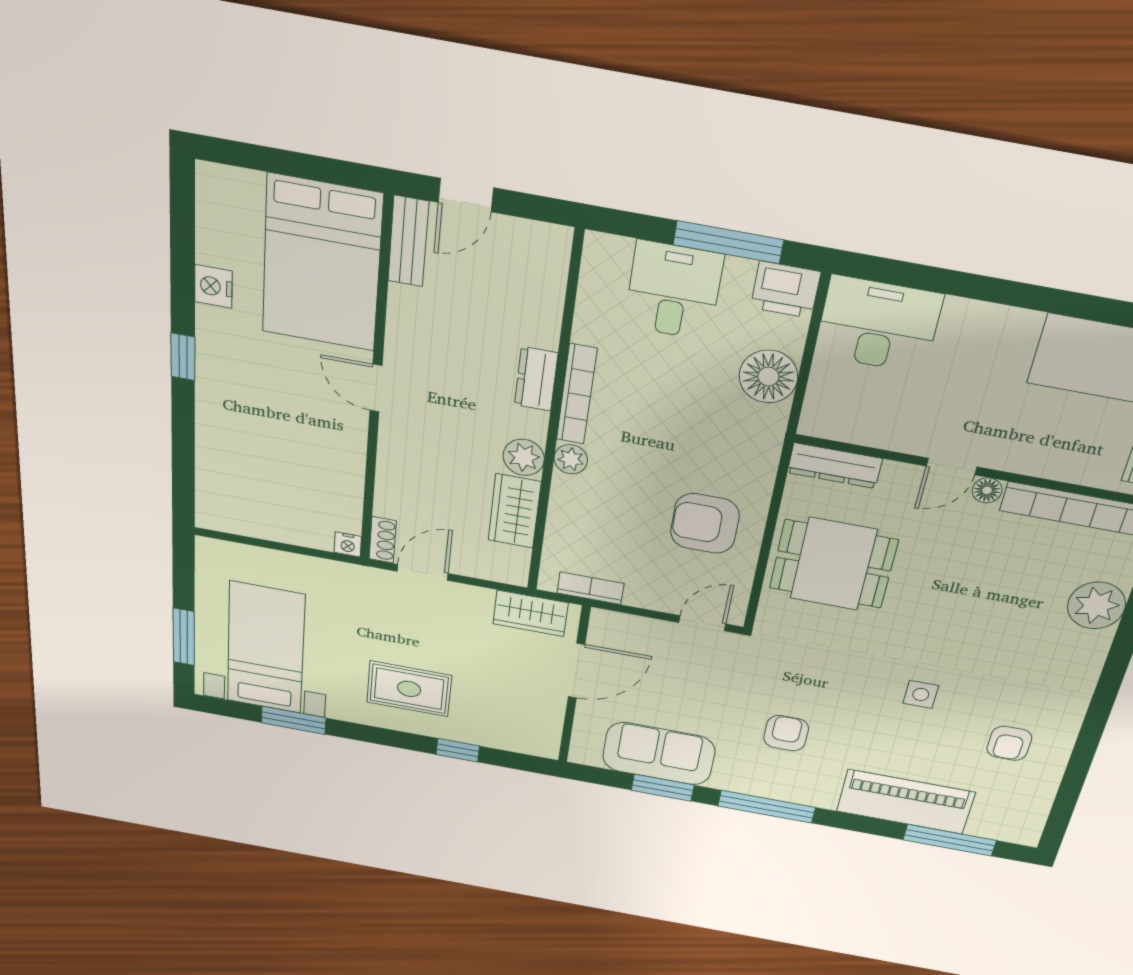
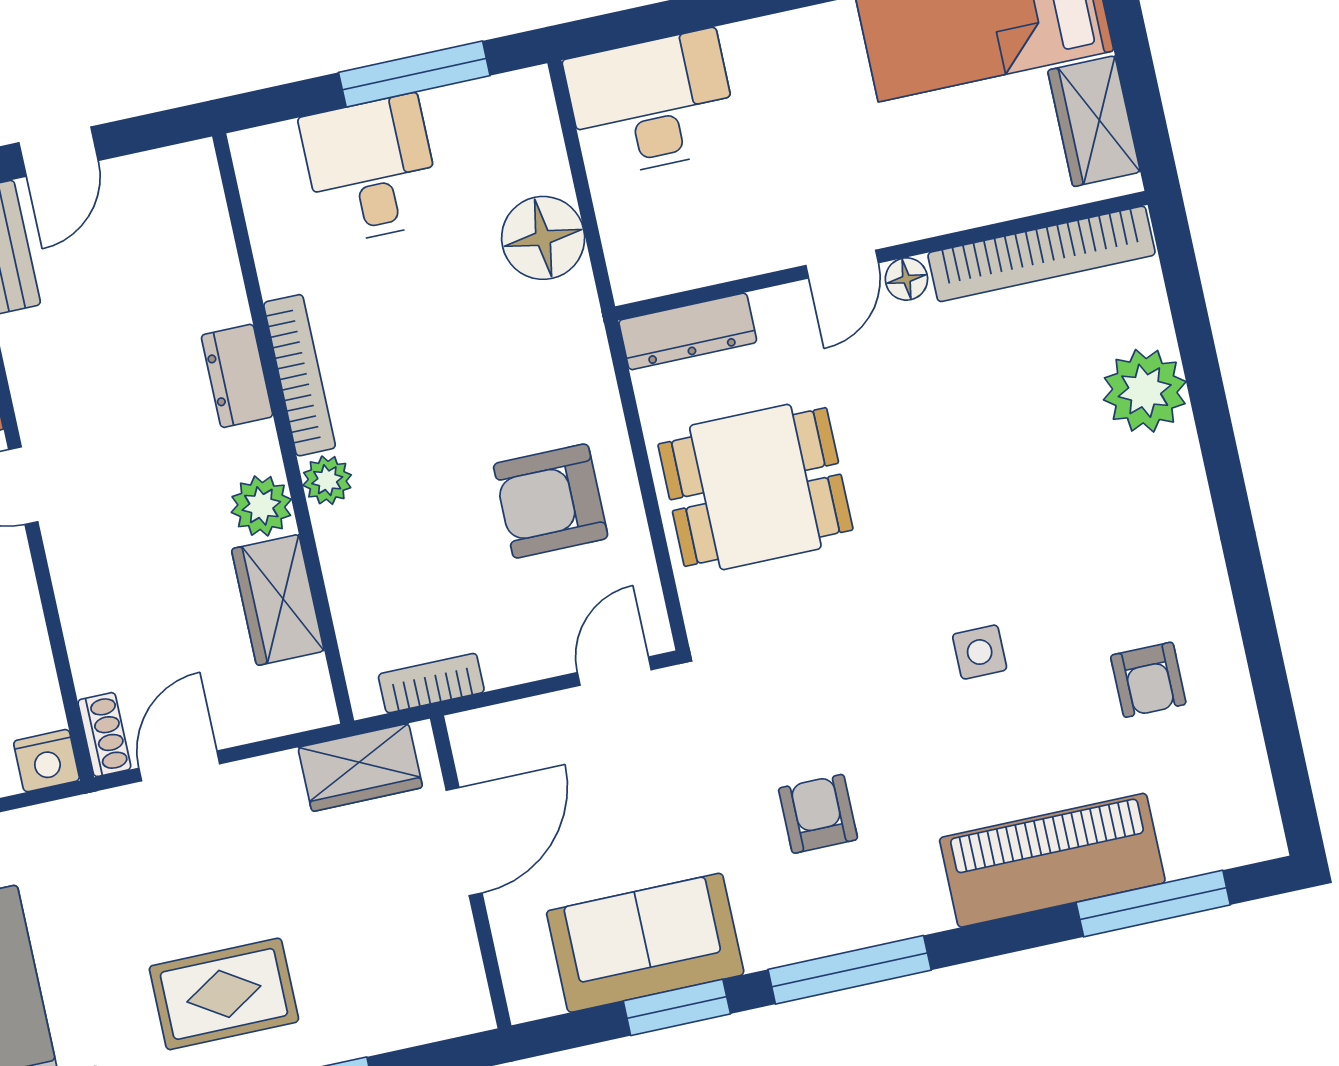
printer: (785, 290) -> (513, 107), removed
nightstand: (348, 544) -> (47, 761), width x1.39, depth x1.35

